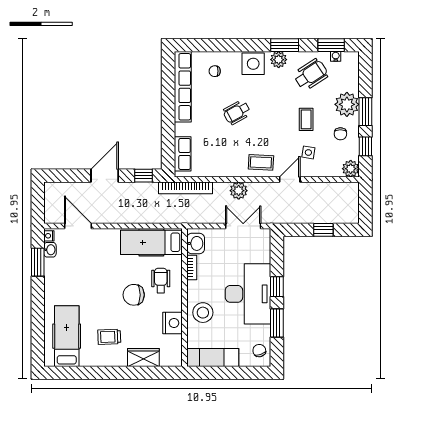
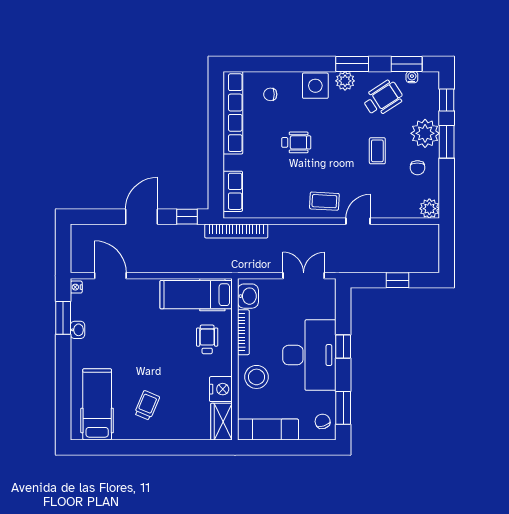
wheelchair: (237, 112) -> (296, 142), turned -151
window: (365, 146) -> (447, 100), moved
side table: (308, 152) -> (380, 190), removed
plant: (239, 191) -> (298, 234), removed
washbasin: (50, 250) -> (78, 330), moved
bookcase: (192, 267) -> (243, 332), width x1.56
chair: (134, 295) -> (175, 356), removed
window: (277, 323) -> (343, 408), moved
trolley: (109, 337) -> (147, 405), turned 115
wardrobe: (143, 357) -> (221, 422), moved, turned -90

